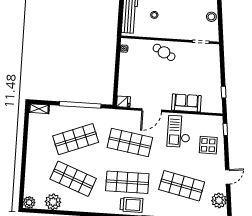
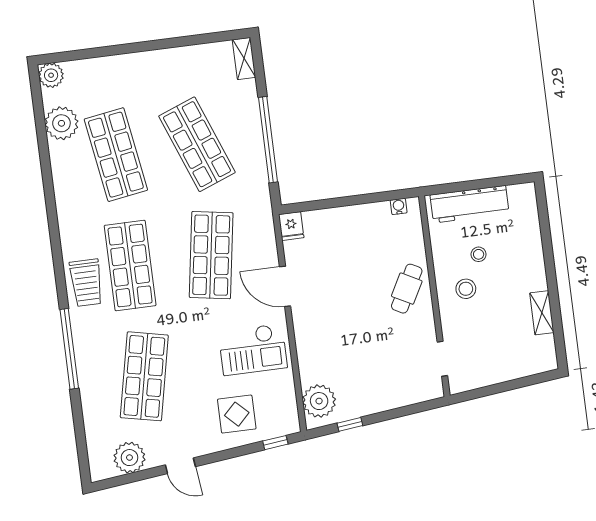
stool: (211, 17) -> (466, 289), moved
sofa: (186, 103) -> (313, 353), removed
plant: (210, 105) -> (319, 401), added
checkout: (179, 131) -> (253, 350), turned 180
shop shelf: (73, 179) -> (116, 155), turned -30

